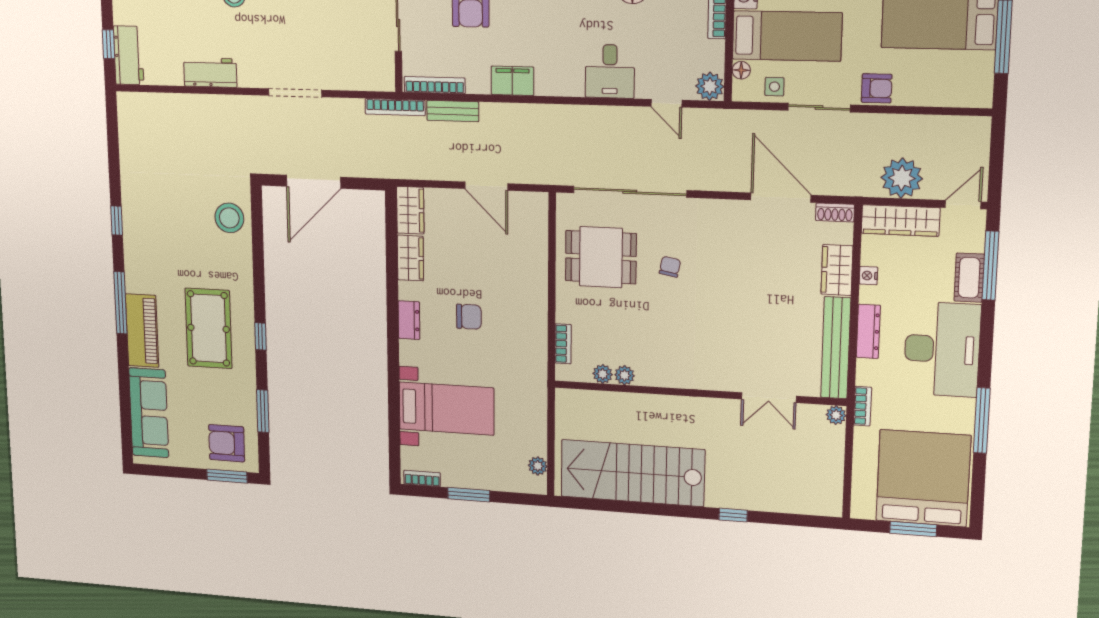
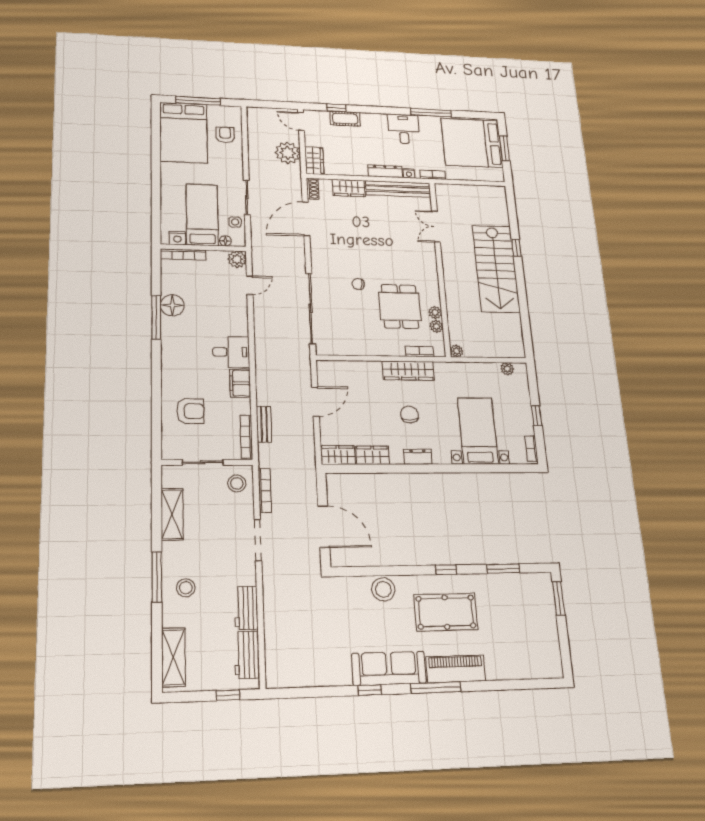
workbench: (129, 55) -> (247, 655), moved, turned -90
stool: (370, 69) -> (237, 483), added
desk: (610, 71) -> (231, 352), moved
armchair: (877, 88) -> (225, 135), moved
bookcase: (395, 107) -> (265, 490), moved
stool: (229, 218) -> (383, 589), moved
wardrobe: (900, 221) -> (314, 161), width x0.67
dining table: (601, 257) -> (400, 306), moved
window: (990, 266) -> (336, 108), width x0.46
nightstand: (868, 276) -> (409, 173), moved
wardrobe: (534, 323) -> (408, 371), added
desk: (942, 349) -> (404, 129), width x0.53, depth x0.77
double door: (769, 398) -> (436, 227), swing flipped
sofa: (149, 413) -> (389, 668), moved
plant: (836, 415) -> (457, 351), moved
armchair: (227, 443) -> (533, 598), removed
stairs: (632, 473) -> (496, 269), moved
window: (469, 495) -> (537, 416), width x0.67

